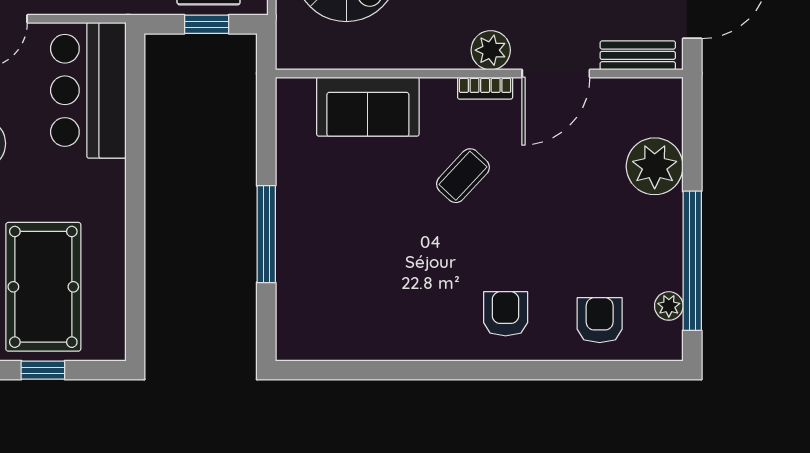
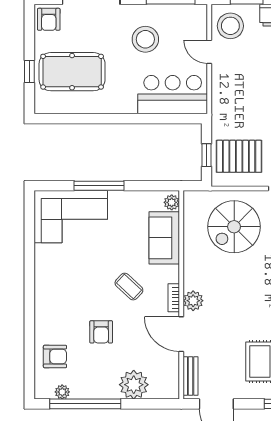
plant: (299, 92) -> (172, 202), added
corner sofa: (326, 289) -> (71, 217), added
armchair: (506, 314) -> (101, 332), moved, turned 90

